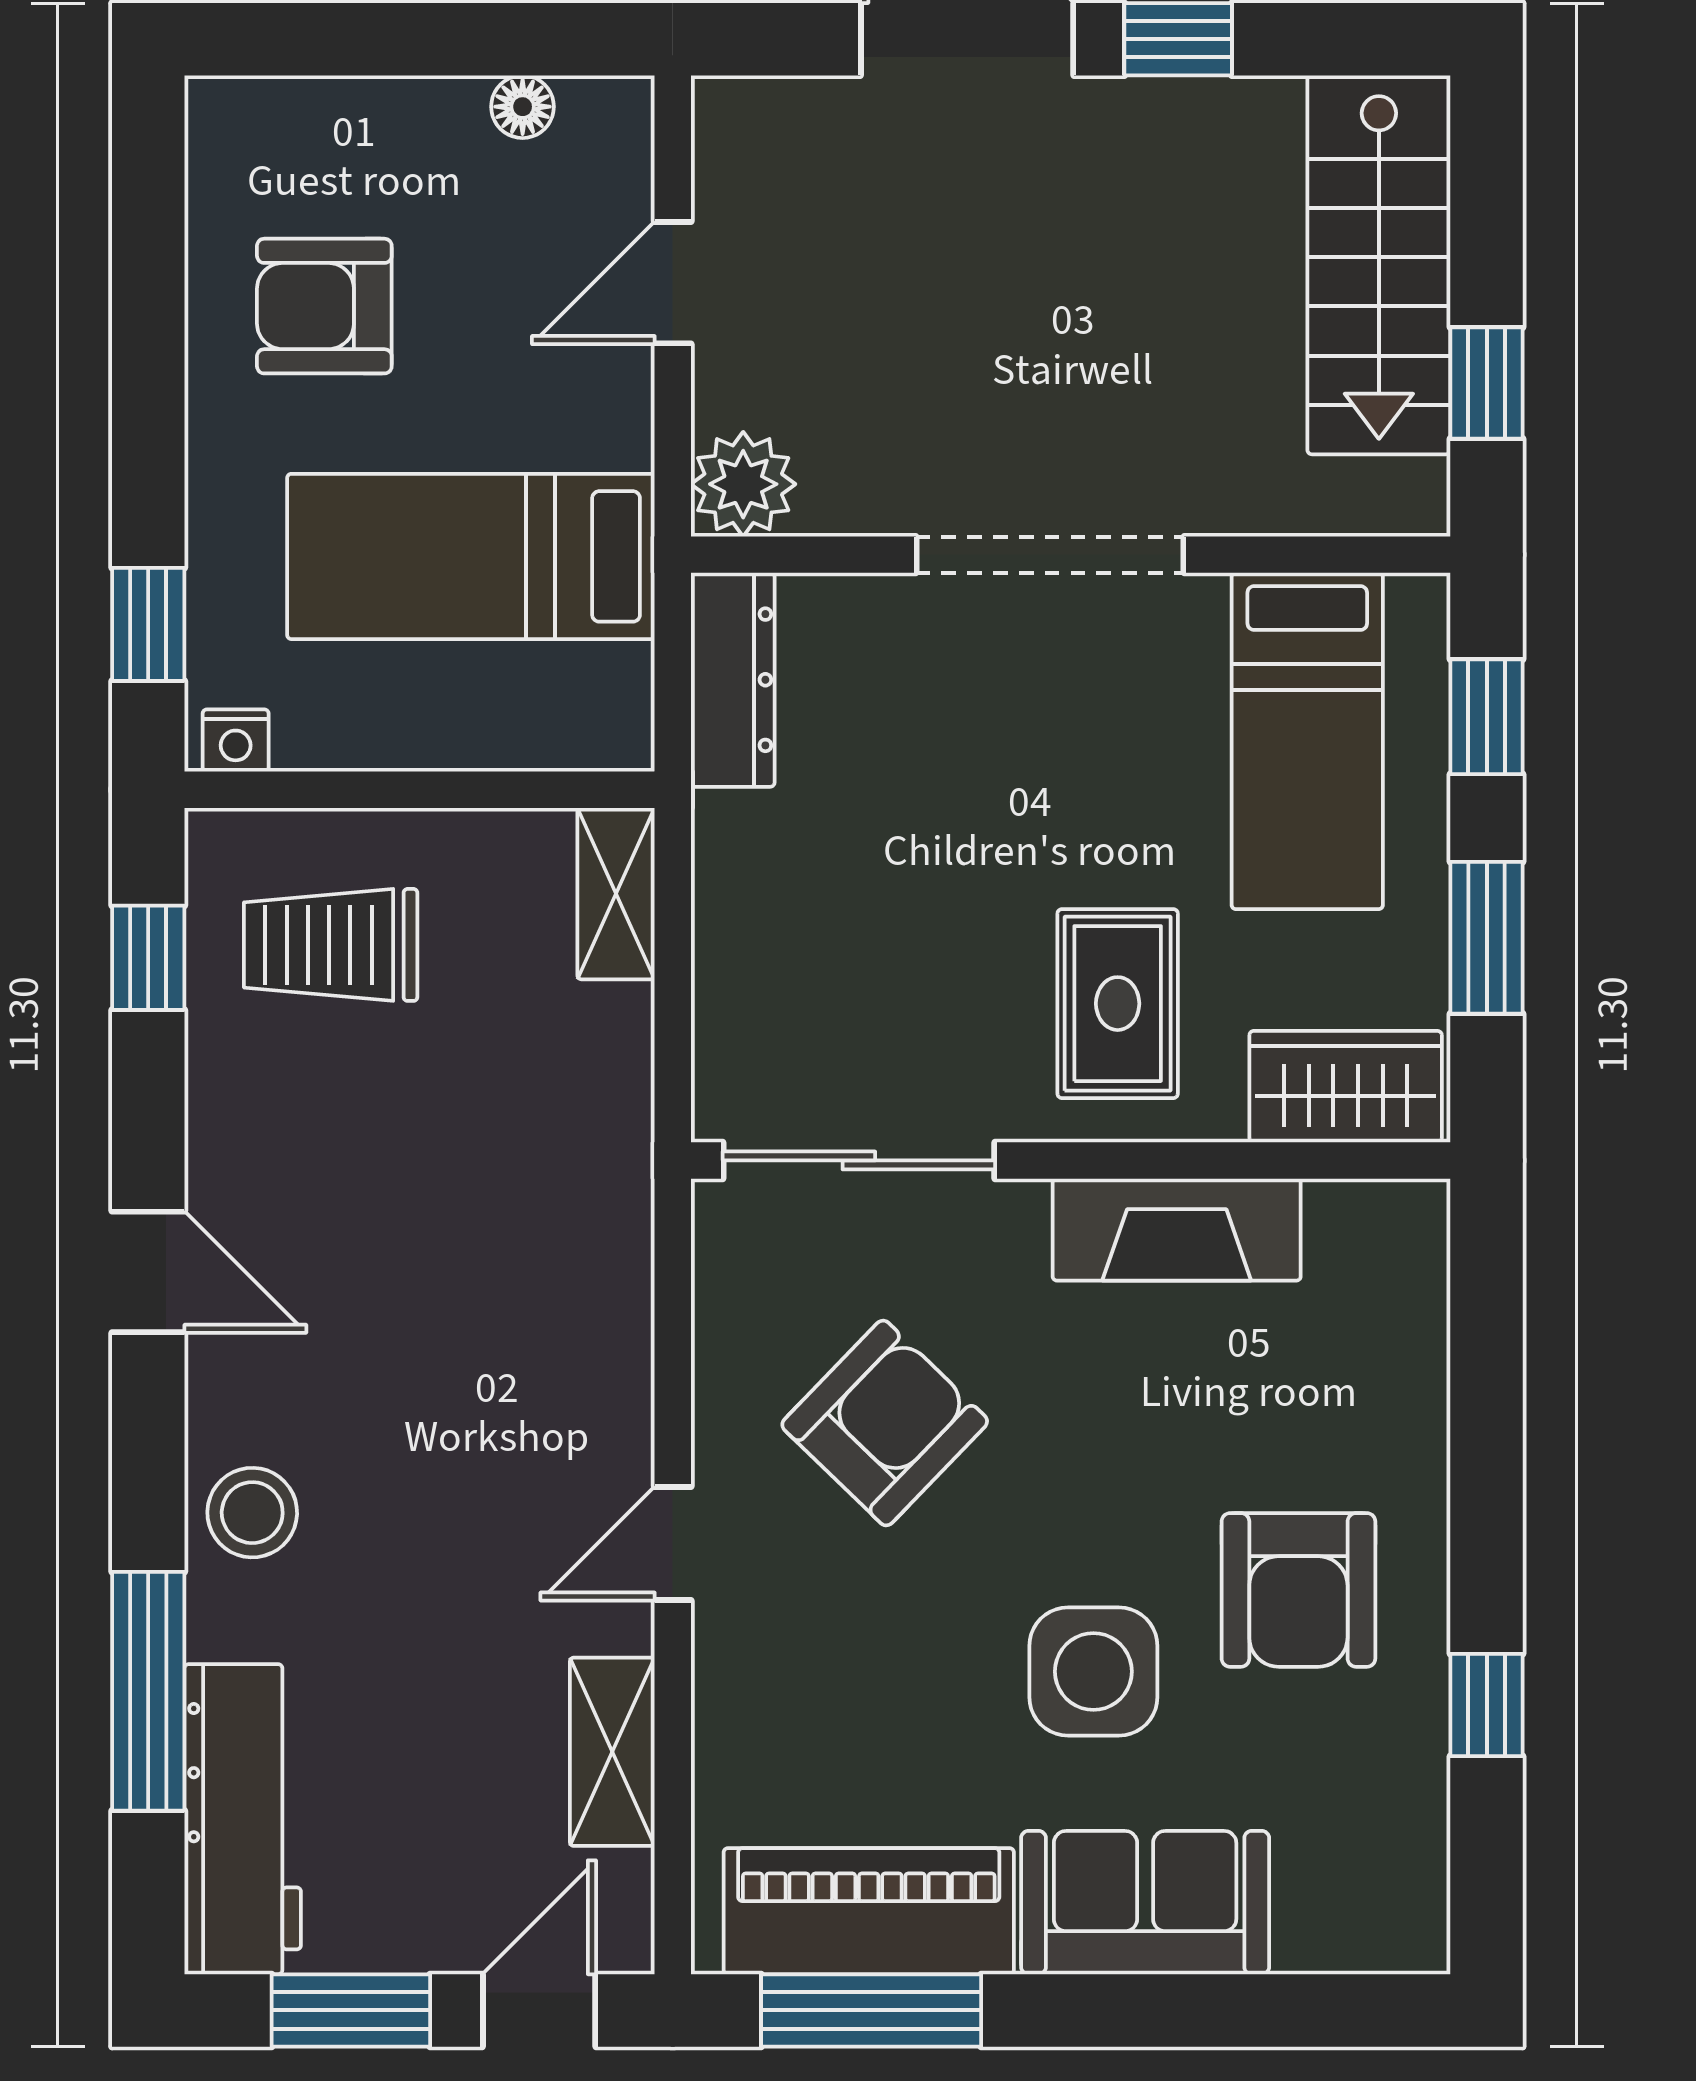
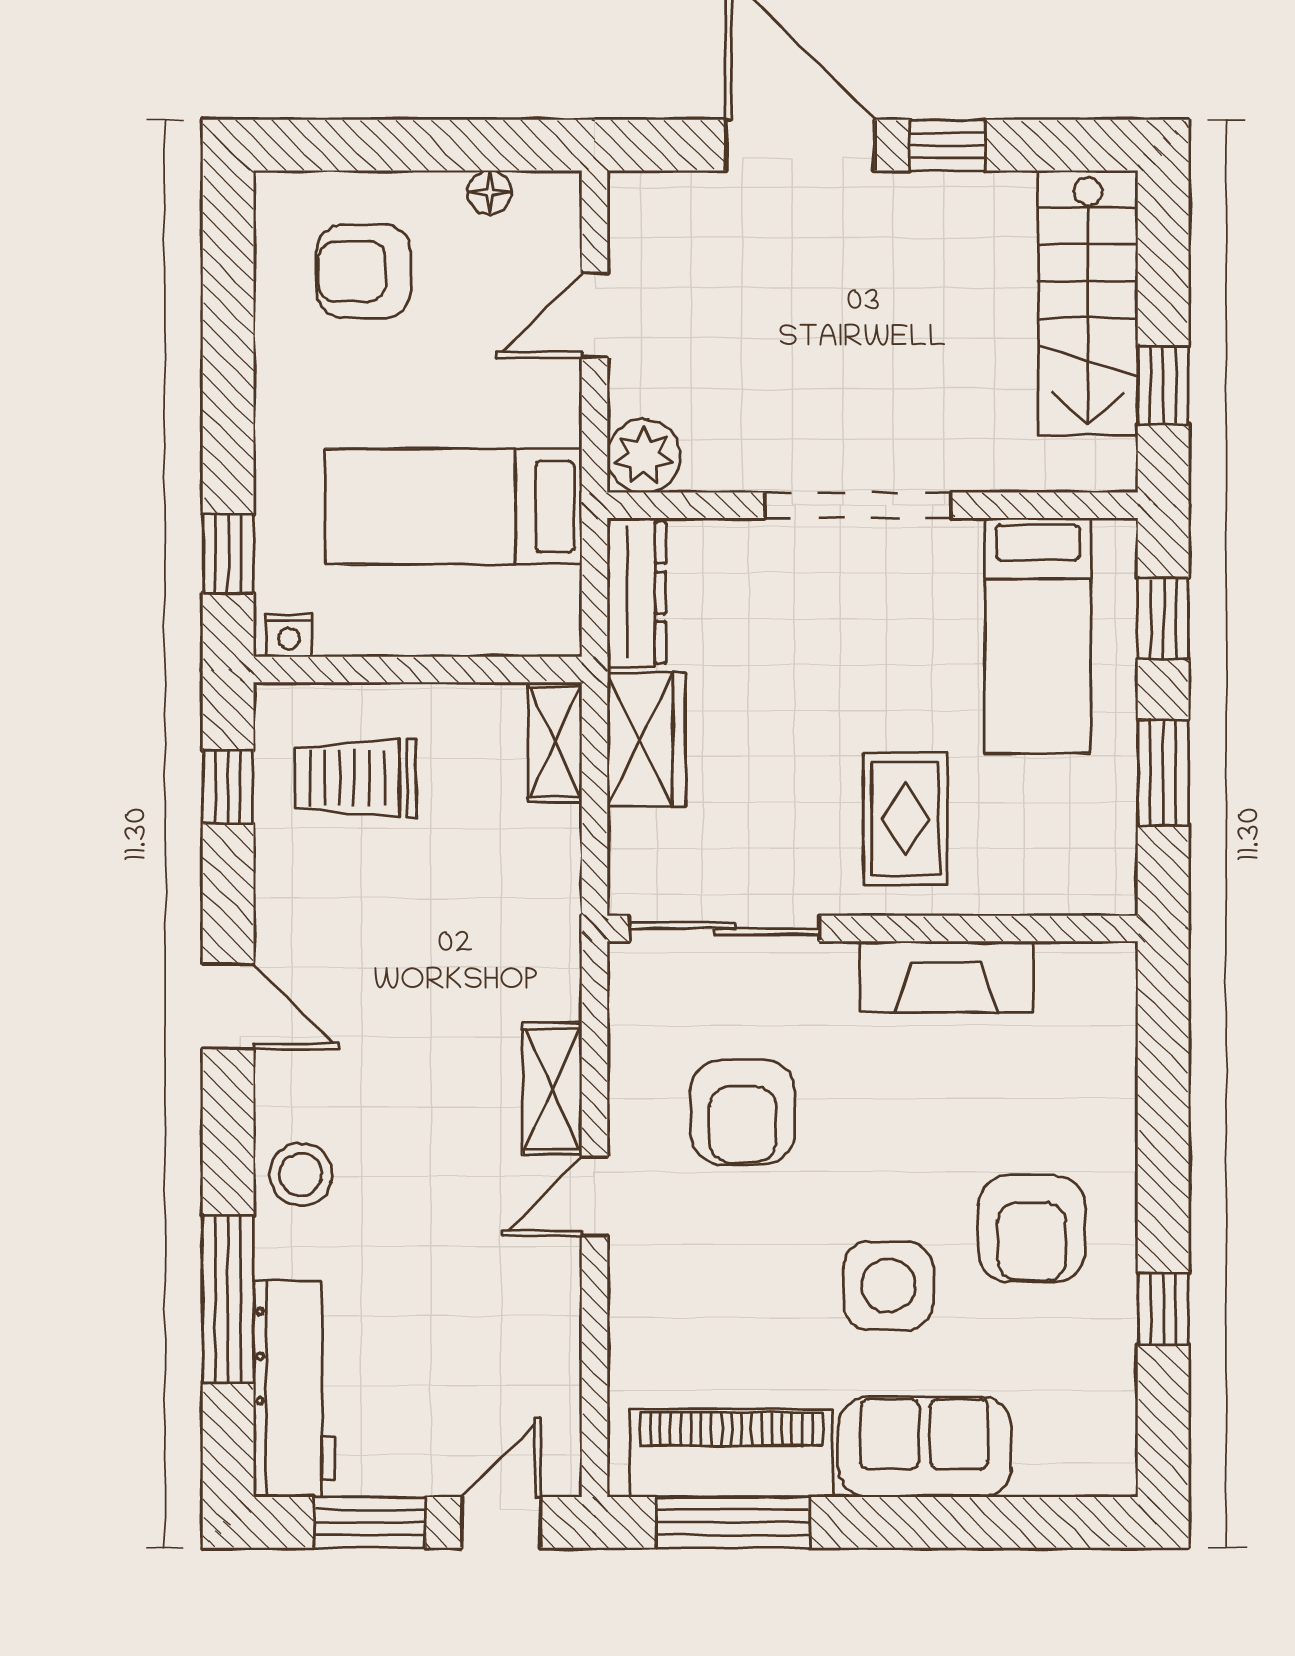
armchair: (324, 306) -> (363, 271), moved
wardrobe: (1346, 1087) -> (646, 740), moved, turned 90
armchair: (885, 1423) -> (743, 1112), turned 136
shelving: (612, 1752) -> (552, 1089), moved

